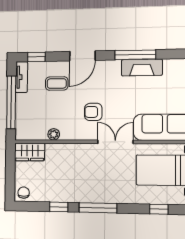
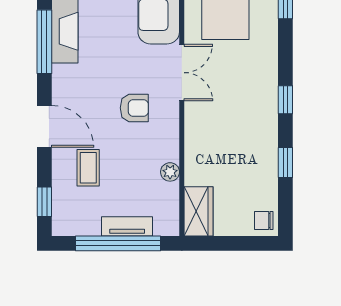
tv unit: (22, 77) -> (127, 226), moved
armchair: (93, 112) -> (134, 108), turned -90
double door: (115, 142) -> (182, 73), swing flipped
window: (98, 208) -> (285, 100), width x0.46

